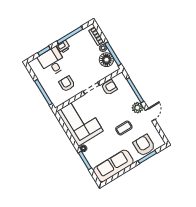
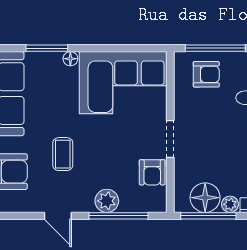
armchair: (67, 84) -> (206, 74), moved
plant: (137, 108) -> (107, 201), moved

